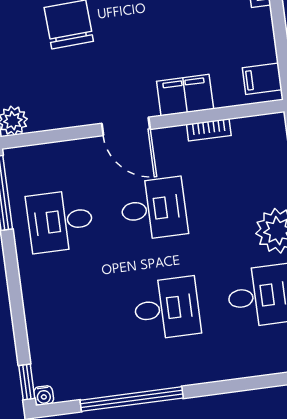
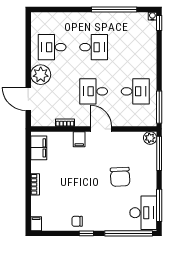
filing cabinet: (262, 79) -> (39, 148), width x2.00
filing cabinet: (185, 95) -> (79, 139), width x0.50
desk: (167, 308) -> (94, 47), turned 180

